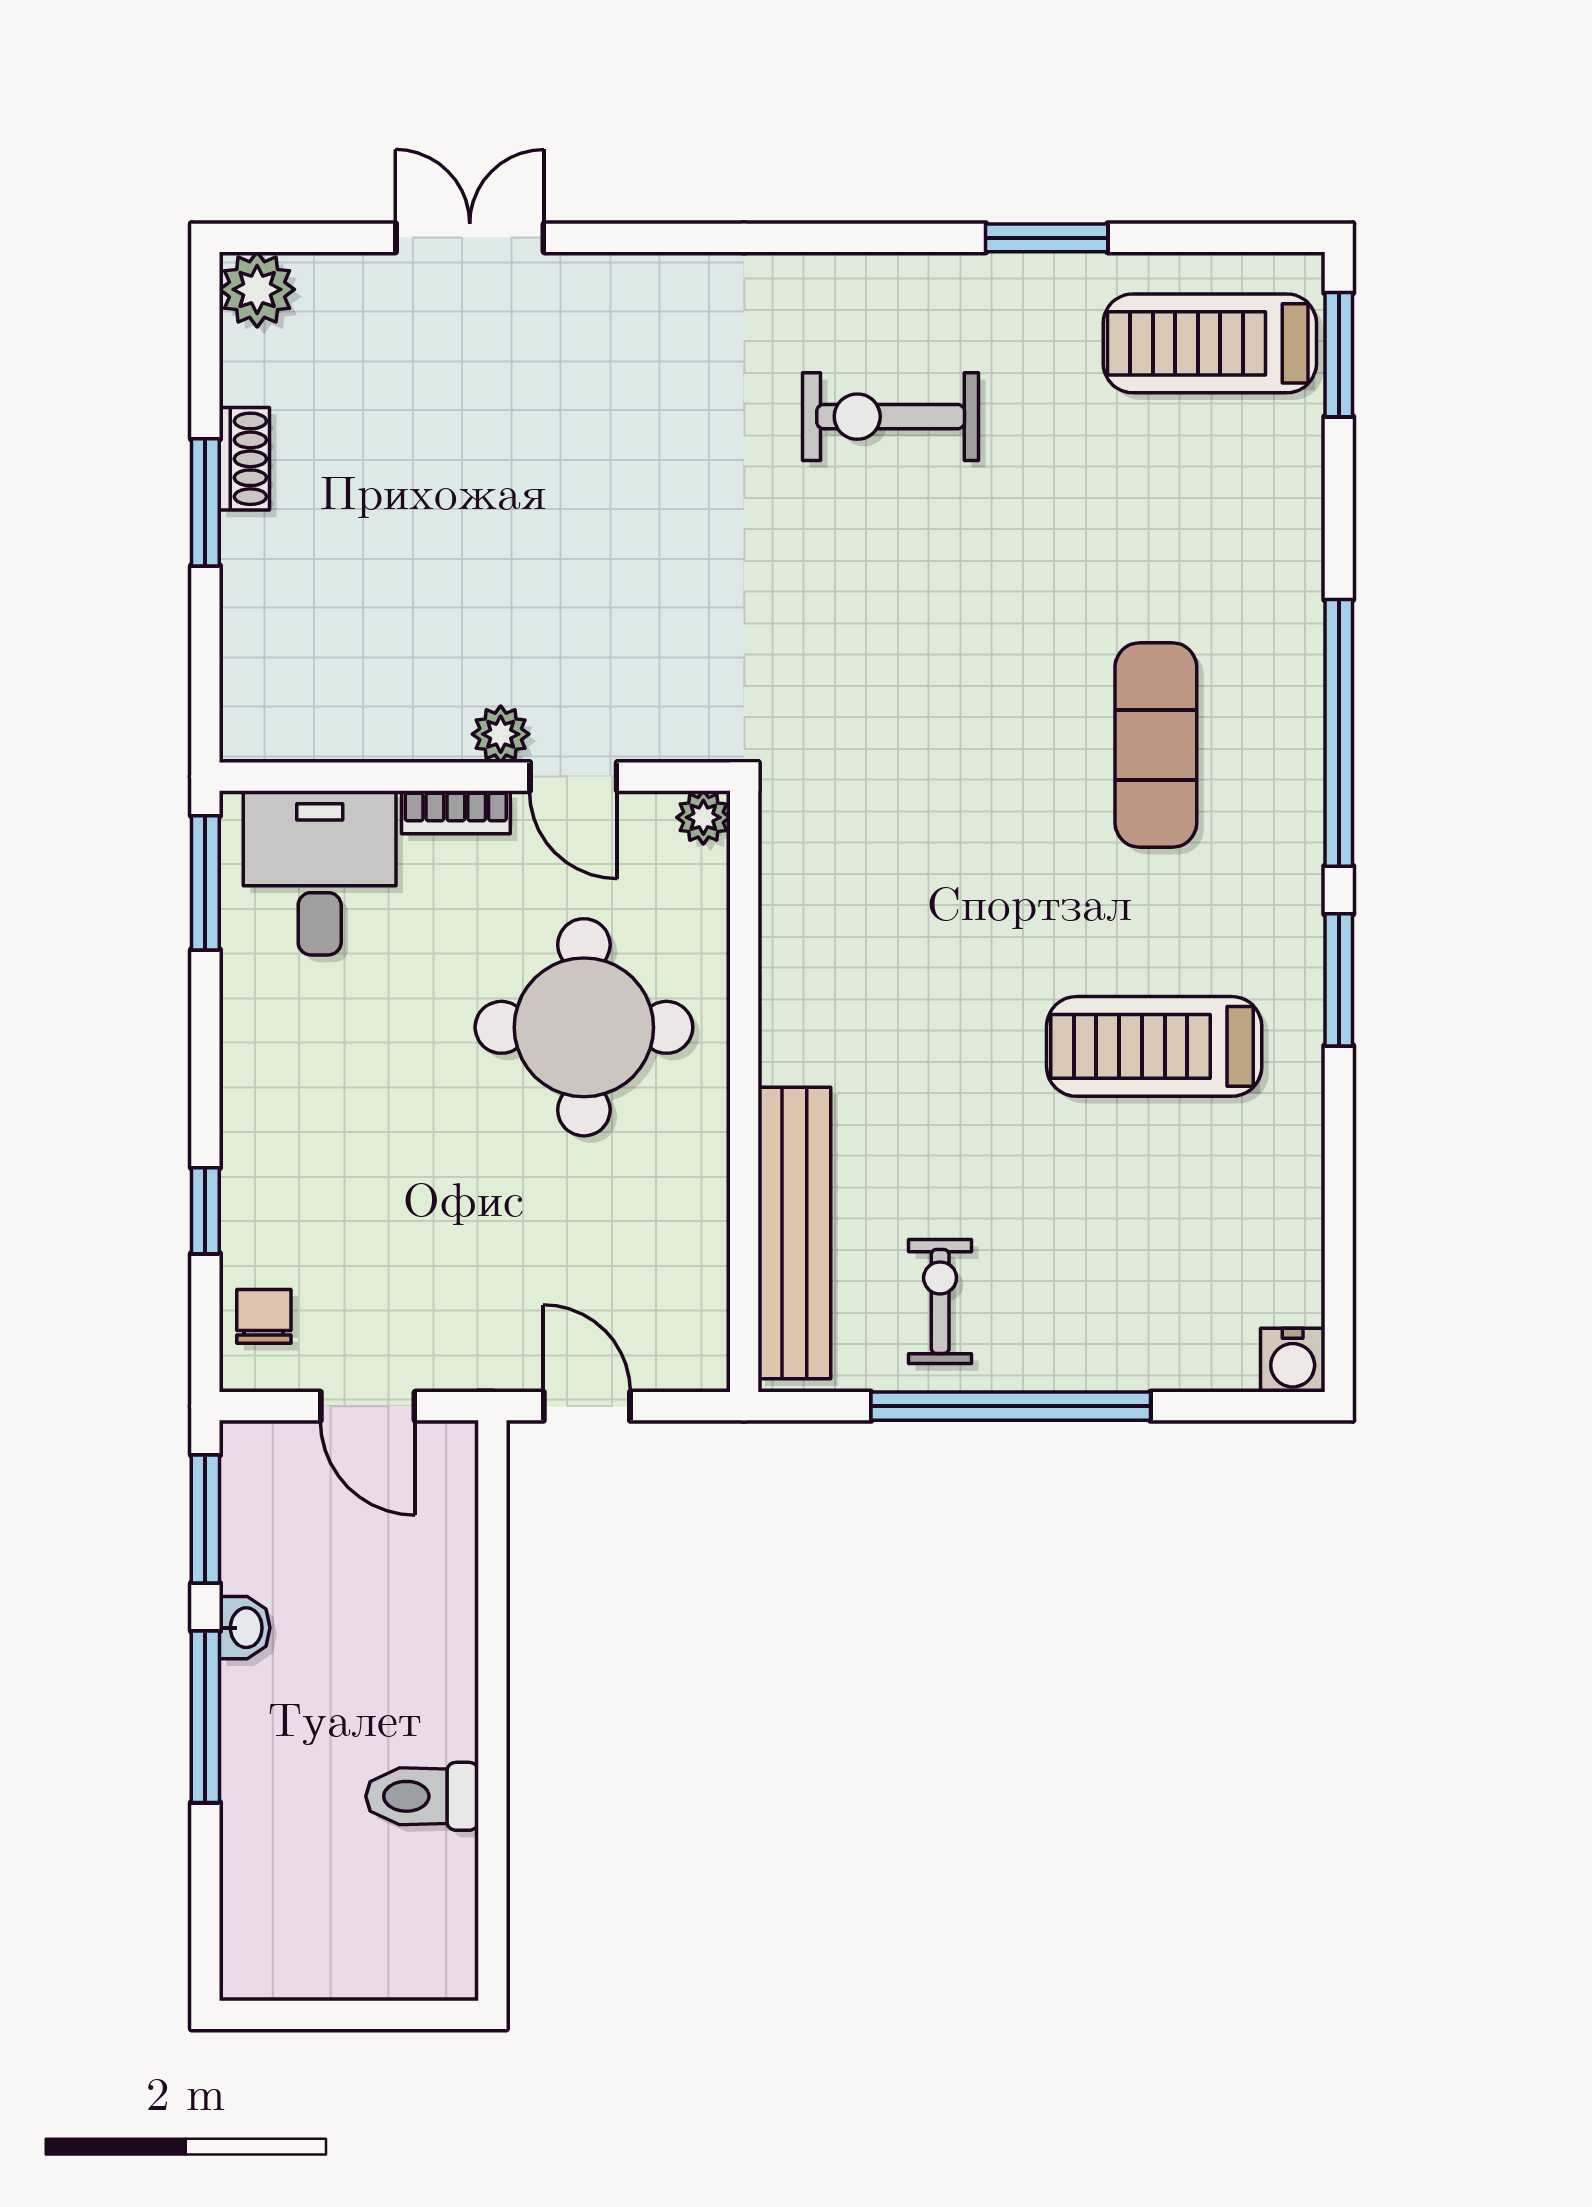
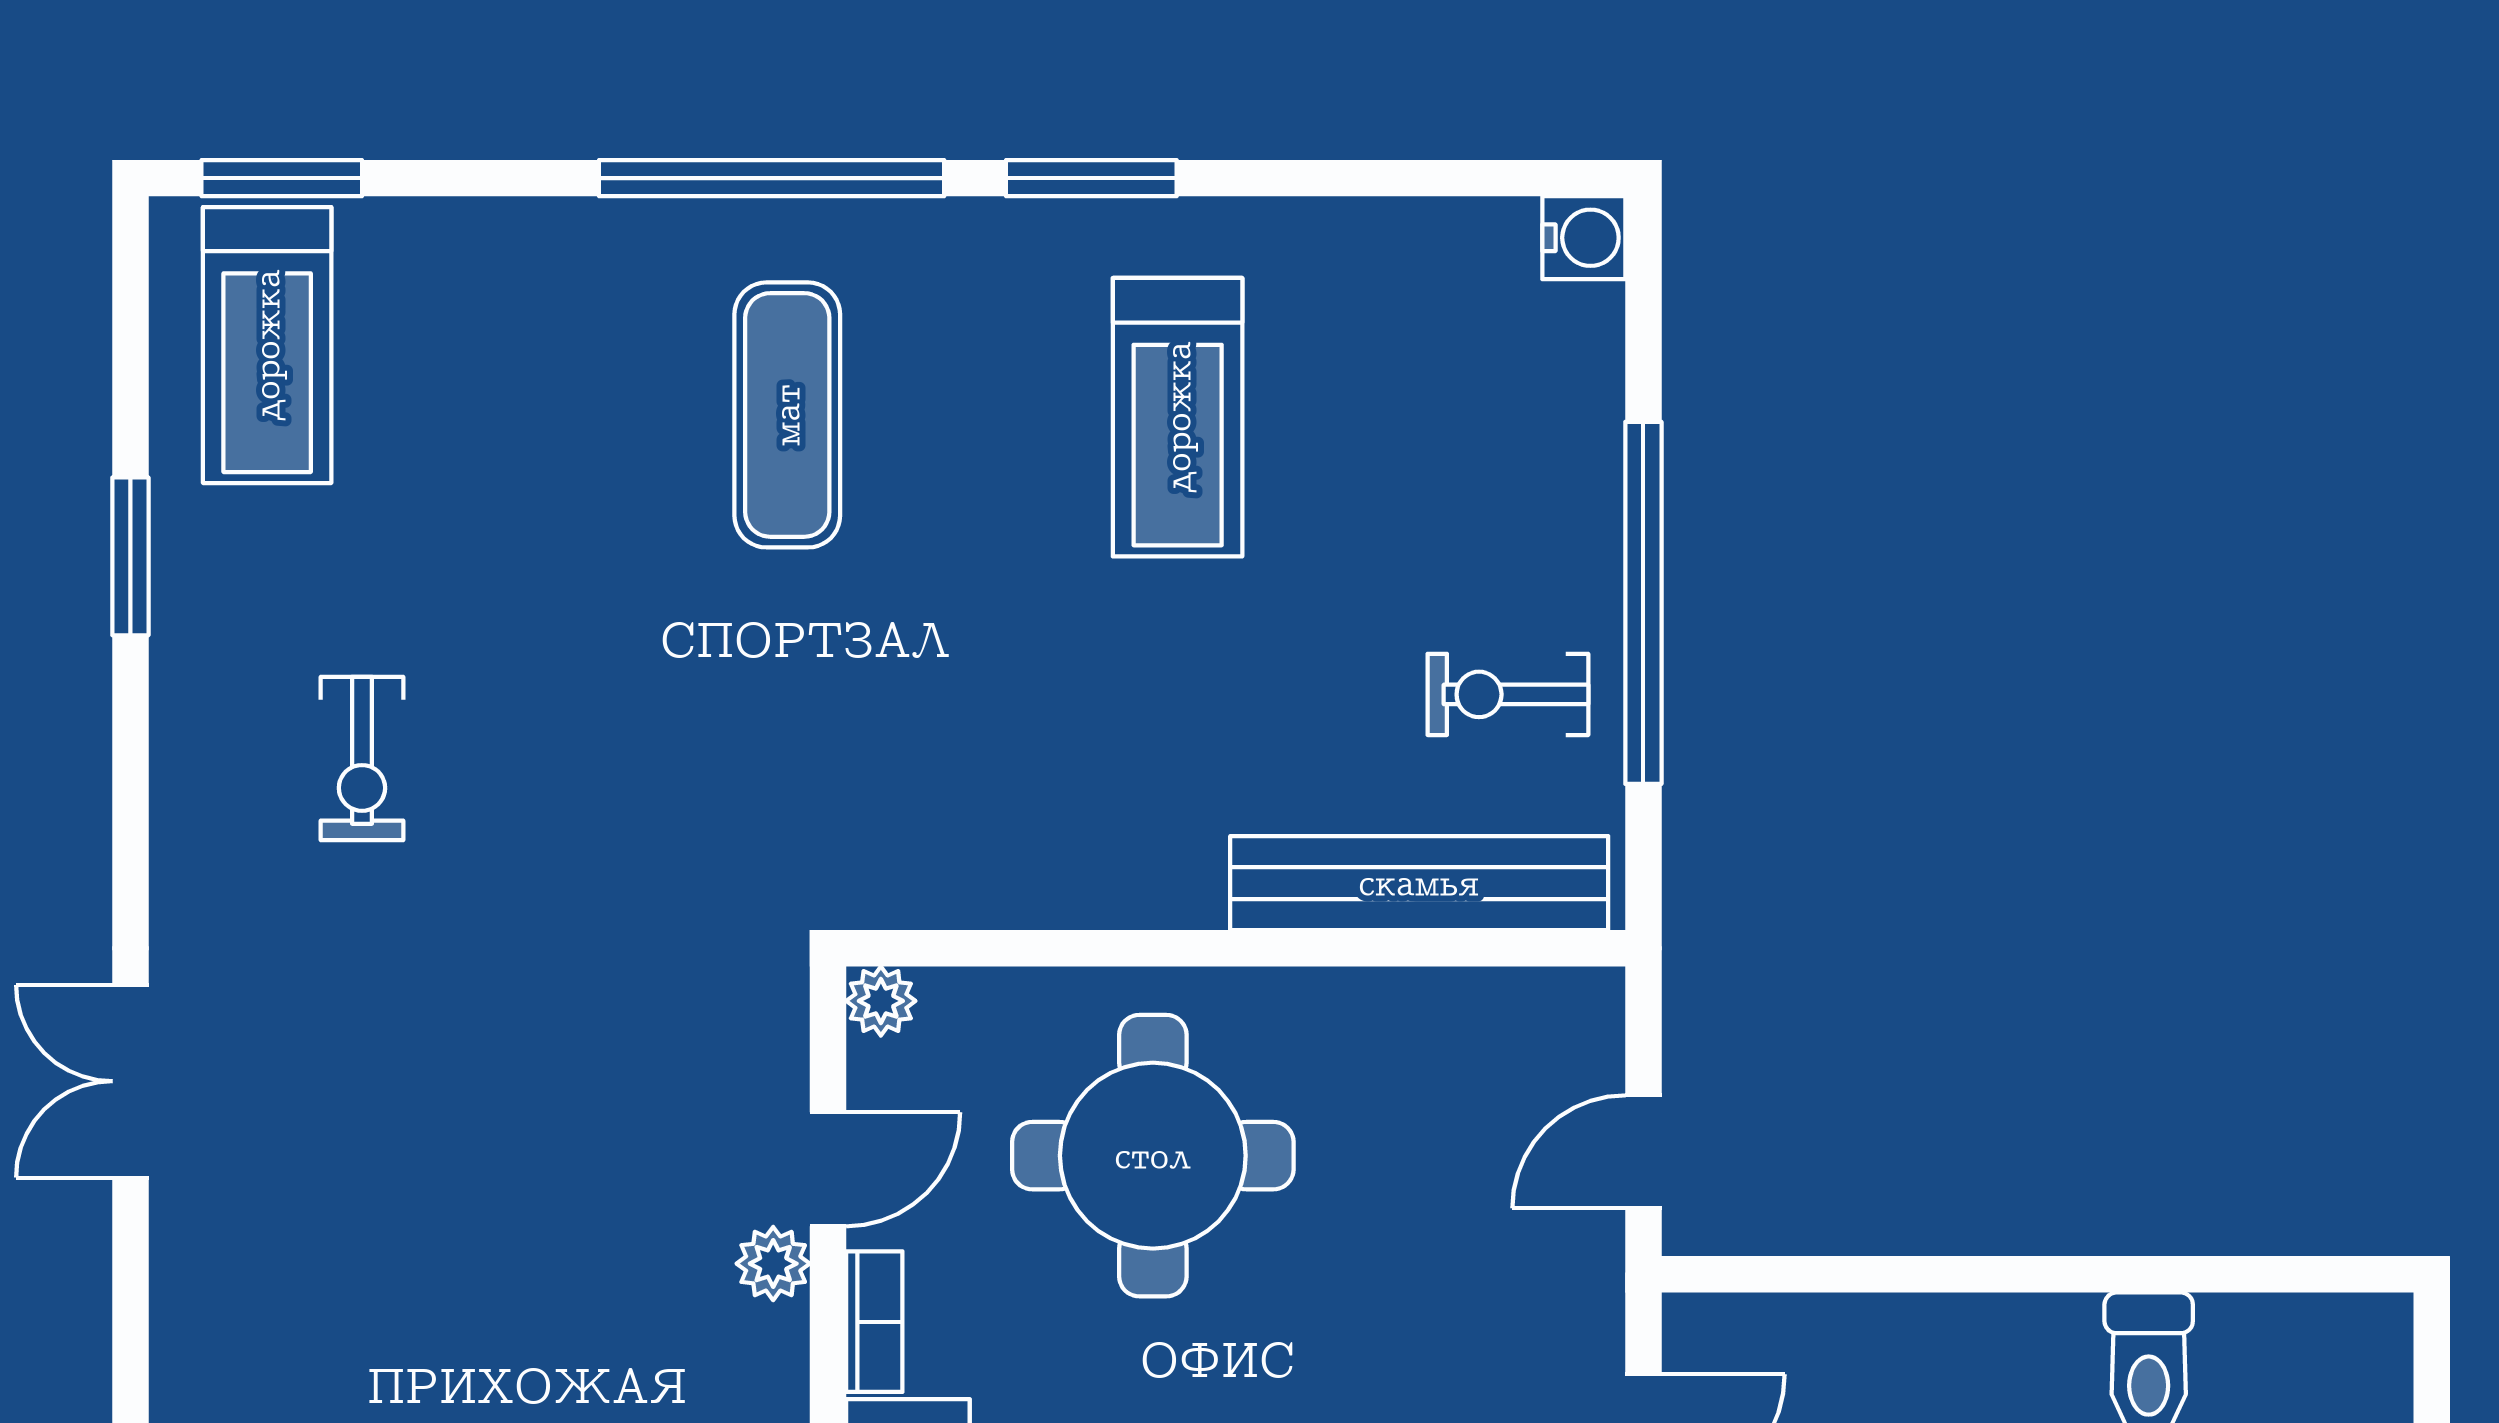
double door: (470, 238) -> (130, 1081), moved
exercise bike: (891, 417) -> (362, 759), width x0.73, depth x0.72
exercise mat: (1156, 745) -> (787, 415), turned 90

